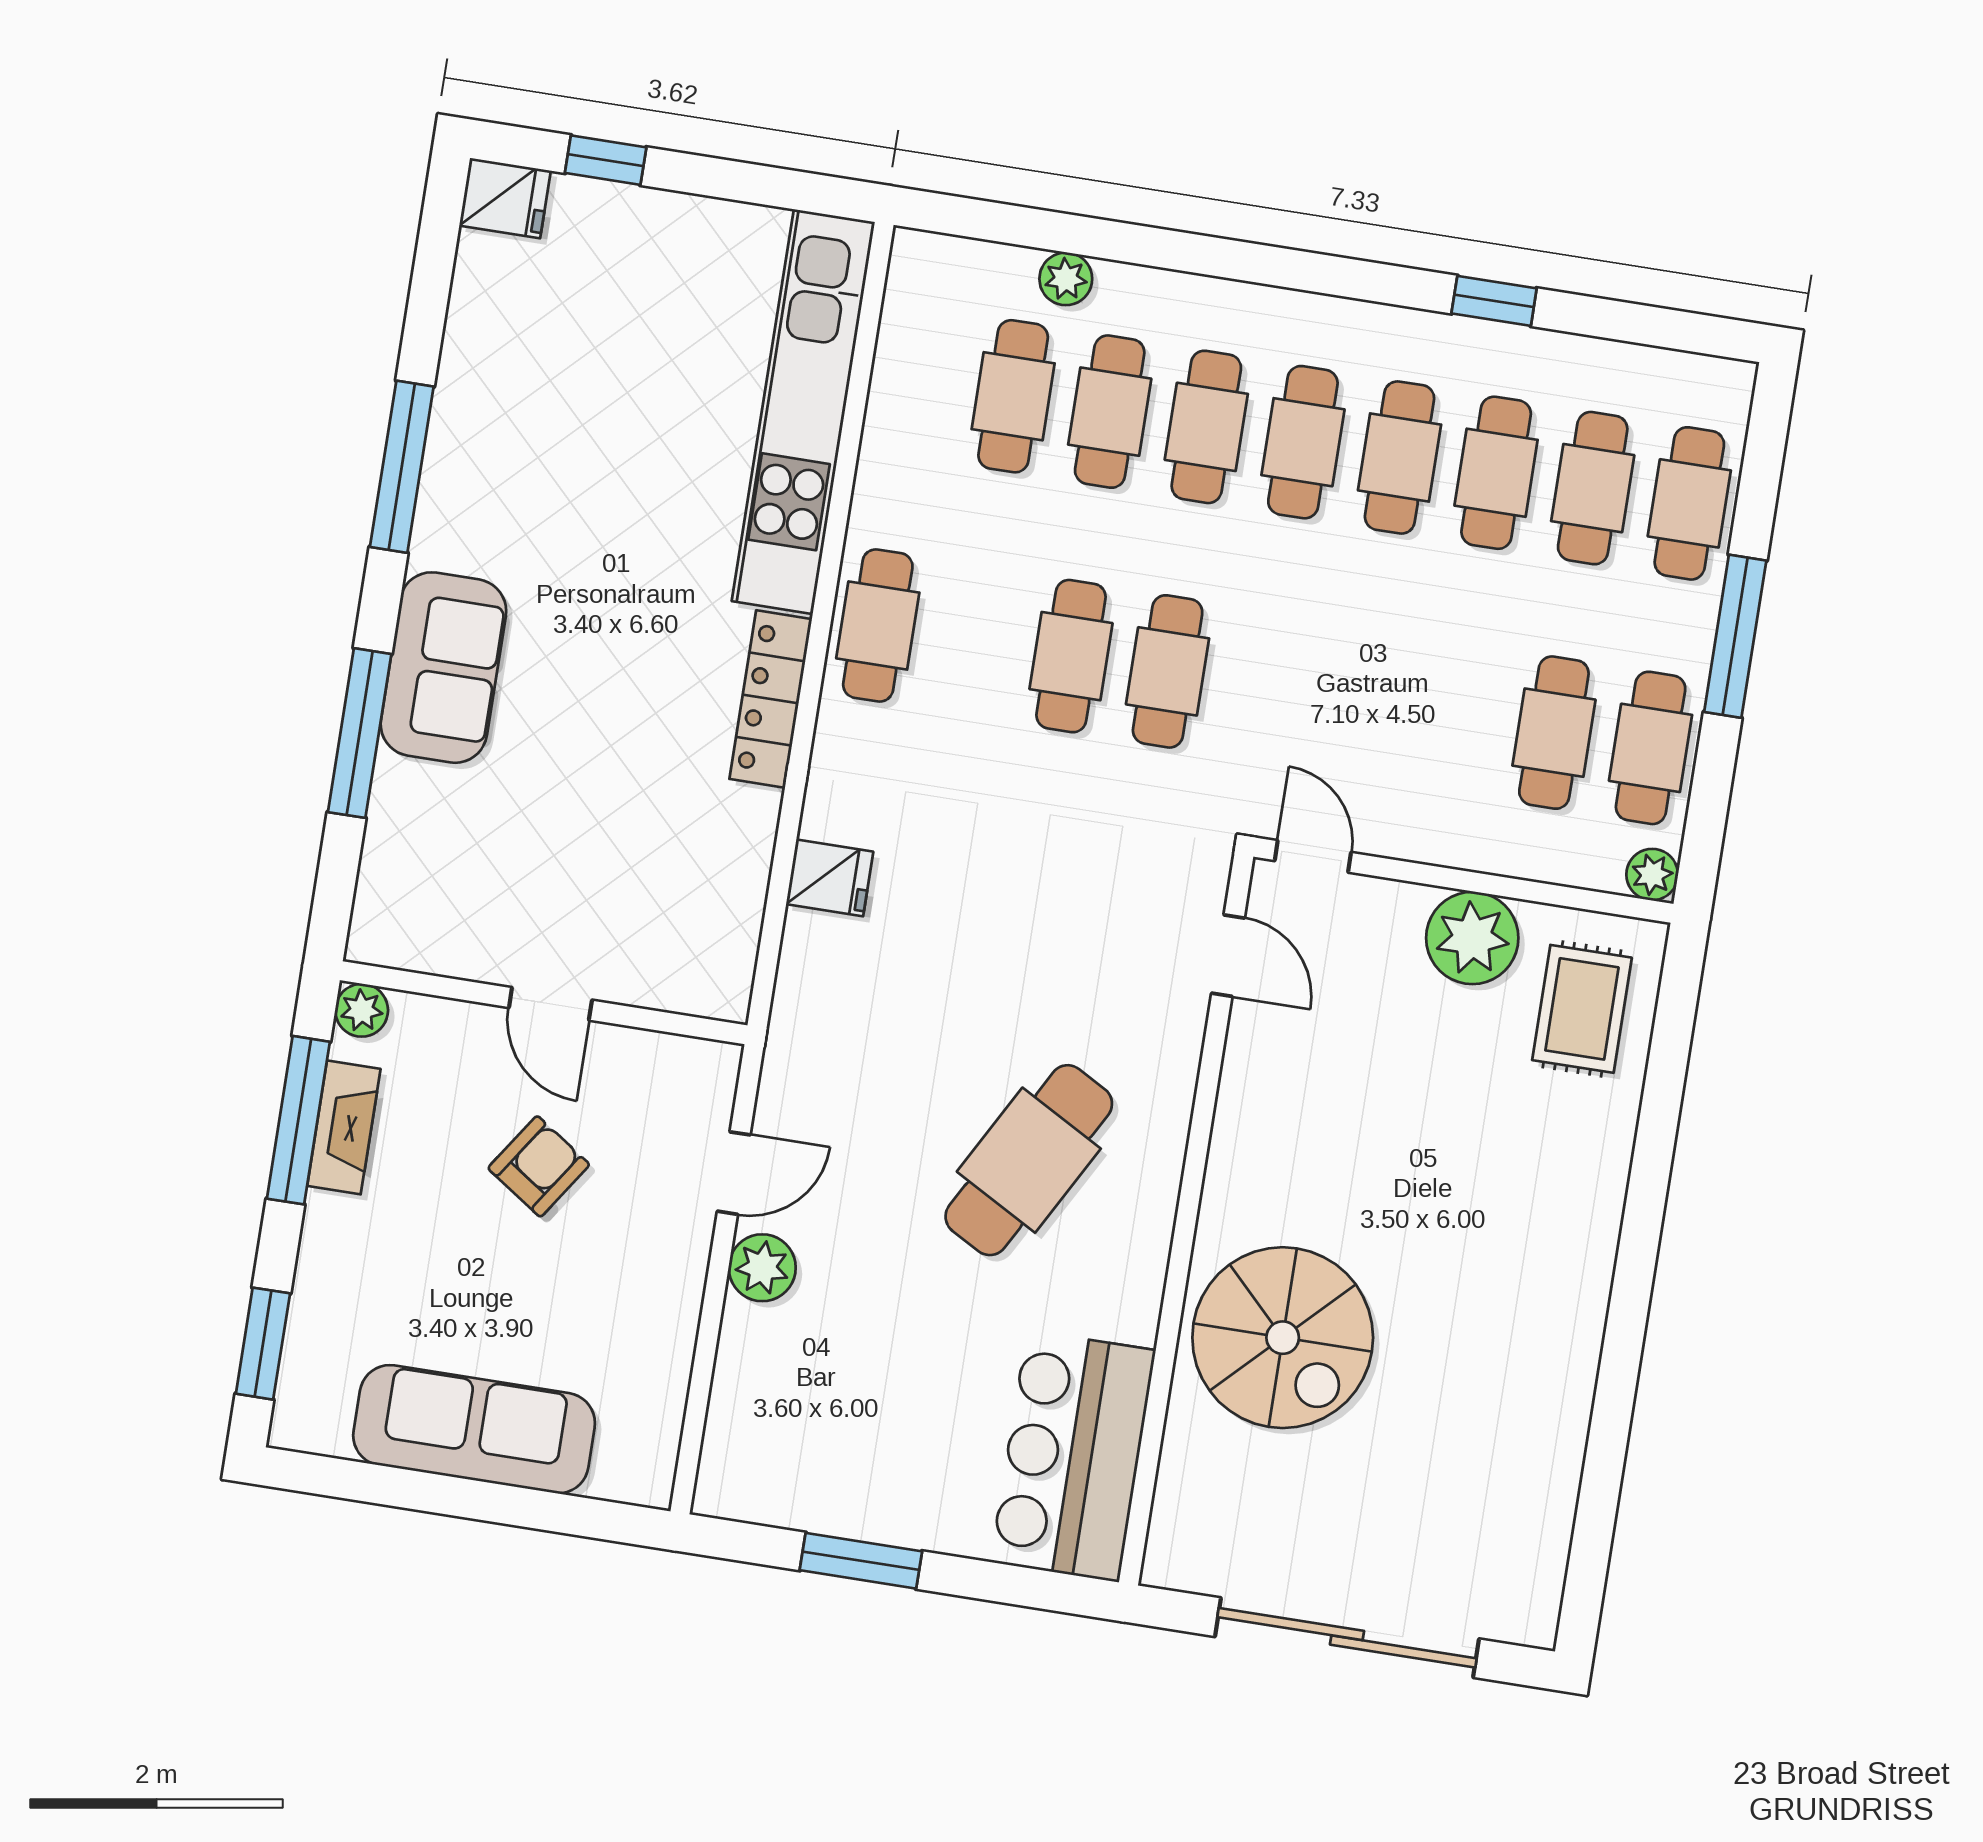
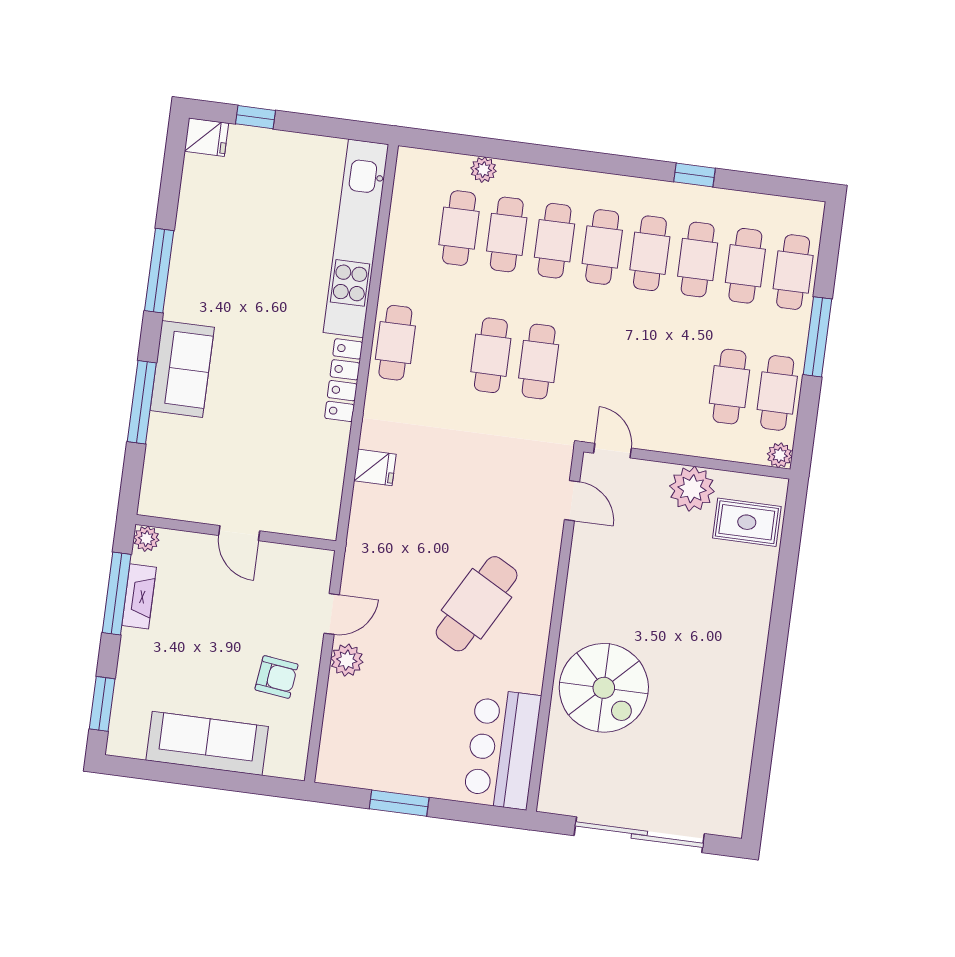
rug: (1582, 1009) -> (747, 522), turned 90
armchair: (539, 1166) -> (276, 677), moved, turned 63

